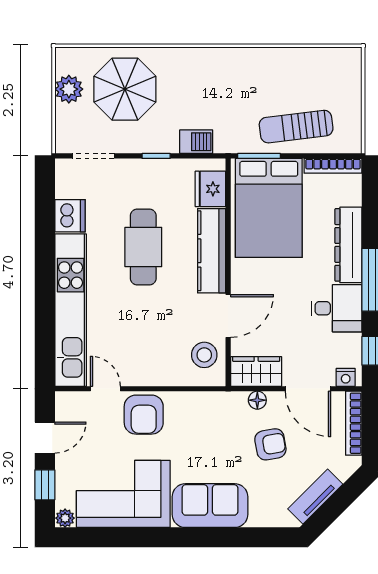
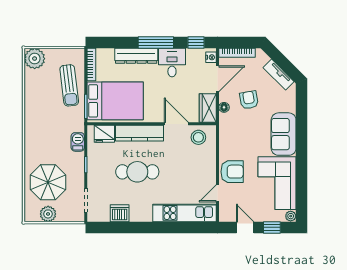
plant: (344, 65) -> (35, 59), added
kitchen unit: (71, 310) -> (185, 213), width x0.73

